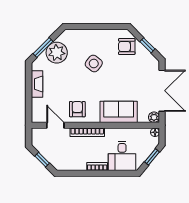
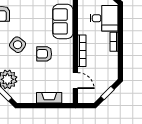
fireplace: (37, 84) -> (49, 98), moved
armchair: (77, 109) -> (44, 54), moved
door: (55, 125) -> (75, 81), swing flipped

